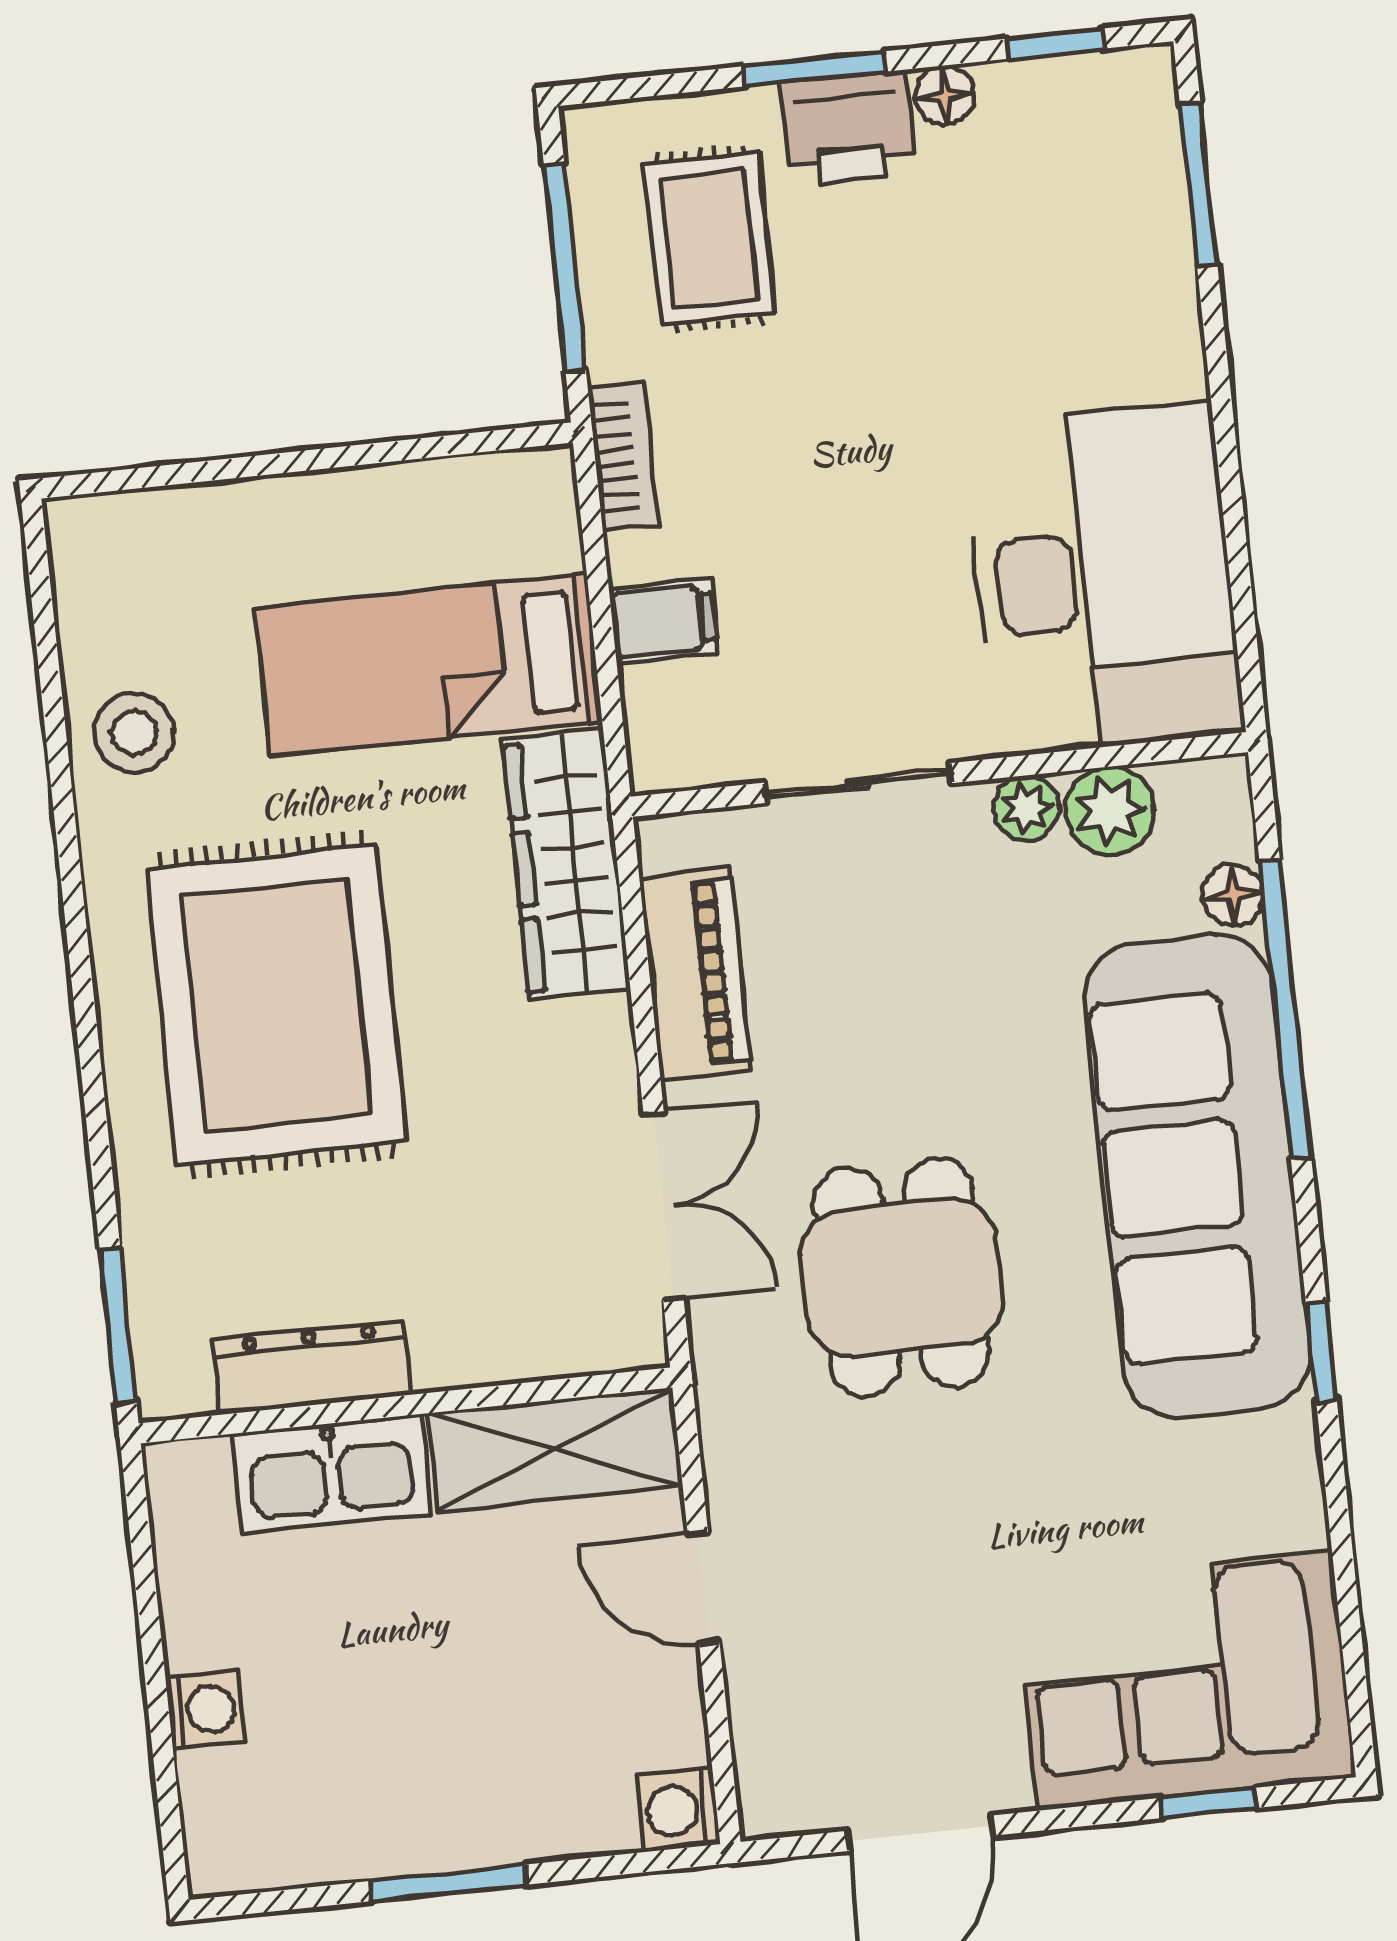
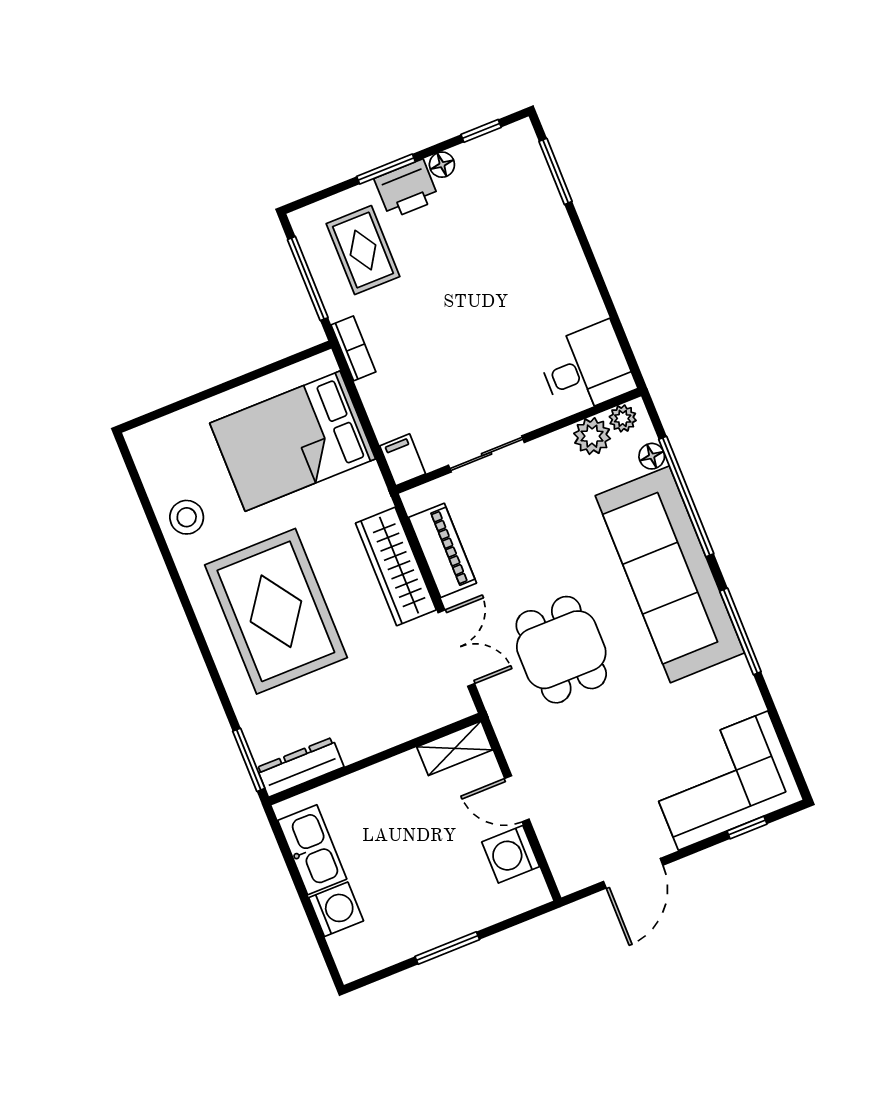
desk: (1104, 578) -> (586, 368), width x0.53, depth x0.77
filing cabinet: (664, 621) -> (403, 460), moved, turned -90
bed: (429, 665) -> (293, 441), width x1.50
plant: (1026, 808) -> (623, 418), moved
wardrobe: (567, 864) -> (396, 566), moved
window: (1321, 1352) -> (740, 631), width x2.17
dresser: (312, 1367) -> (300, 767), moved
shelving: (555, 1449) -> (455, 748), width x0.67, depth x0.75
kitchen sink: (332, 1474) -> (312, 850), moved, turned -90
washing machine: (205, 1710) -> (336, 909), width x1.38, depth x1.38
washing machine: (678, 1810) -> (511, 854), moved, width x1.38, depth x1.38

